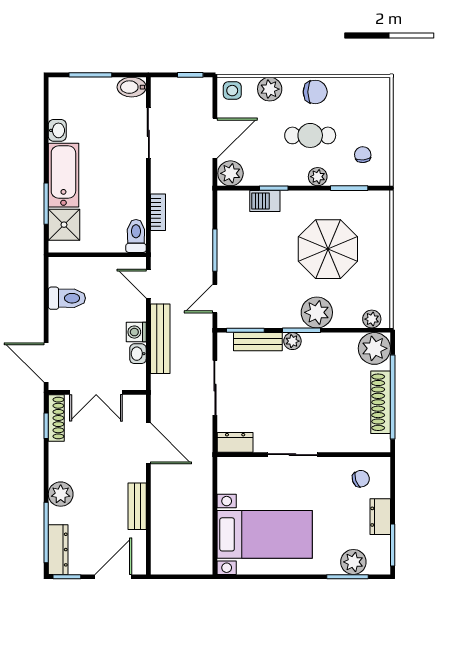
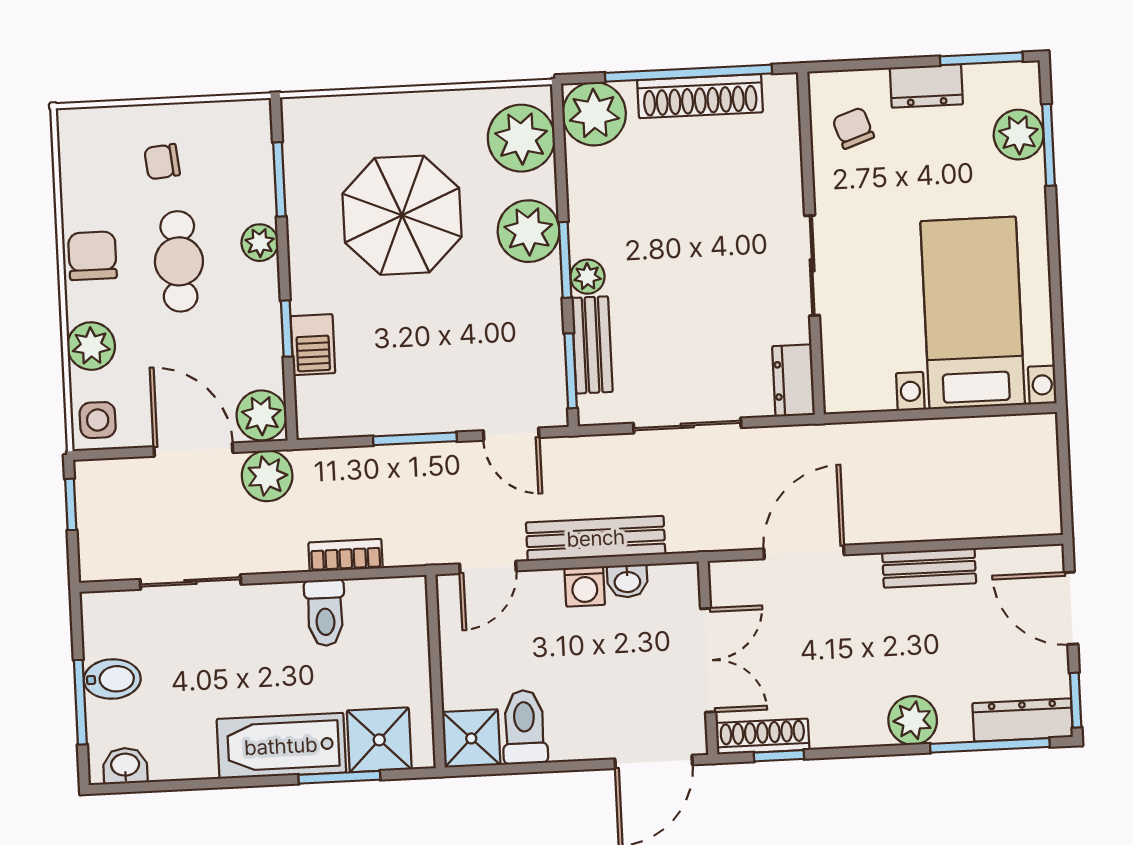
bidet: (132, 87) -> (112, 679), moved, turned -90
washbasin: (57, 130) -> (125, 766), moved
chair: (363, 155) -> (162, 162), moved
plant: (200, 175) -> (267, 476), added
toilet: (136, 236) -> (325, 613), moved, turned -90
shower: (62, 271) -> (471, 738), added
plant: (372, 319) -> (521, 138), width x1.88, depth x1.88

